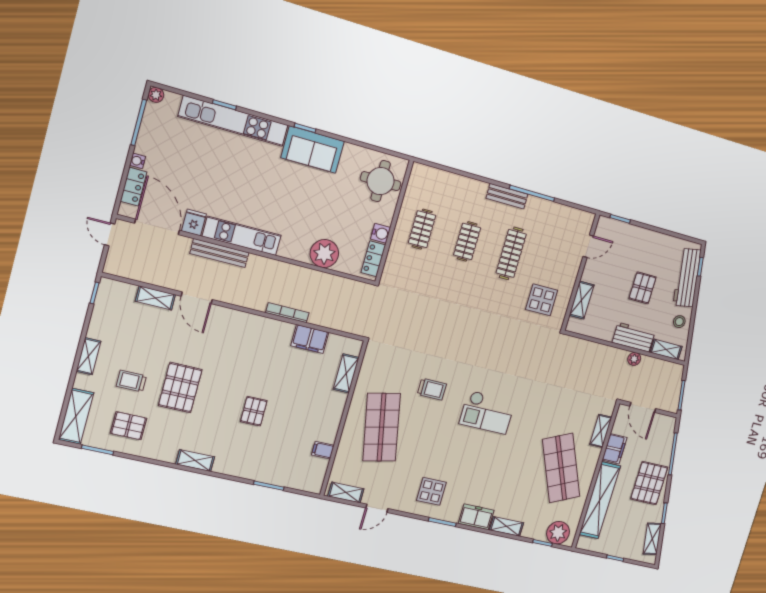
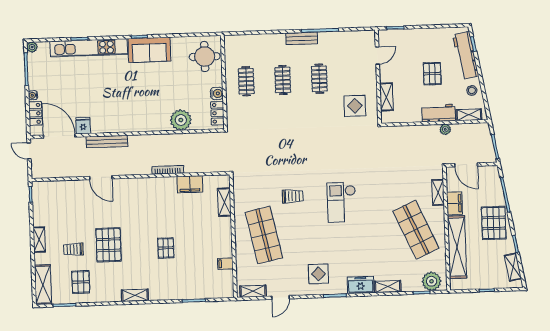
kitchen unit: (242, 236) -> (119, 125), removed
clothes rail: (511, 253) -> (319, 79), width x0.73
shelving: (155, 298) -> (73, 186), removed
checkout: (487, 412) -> (342, 202), turned 90
pallet: (129, 426) -> (81, 282), turned 90

